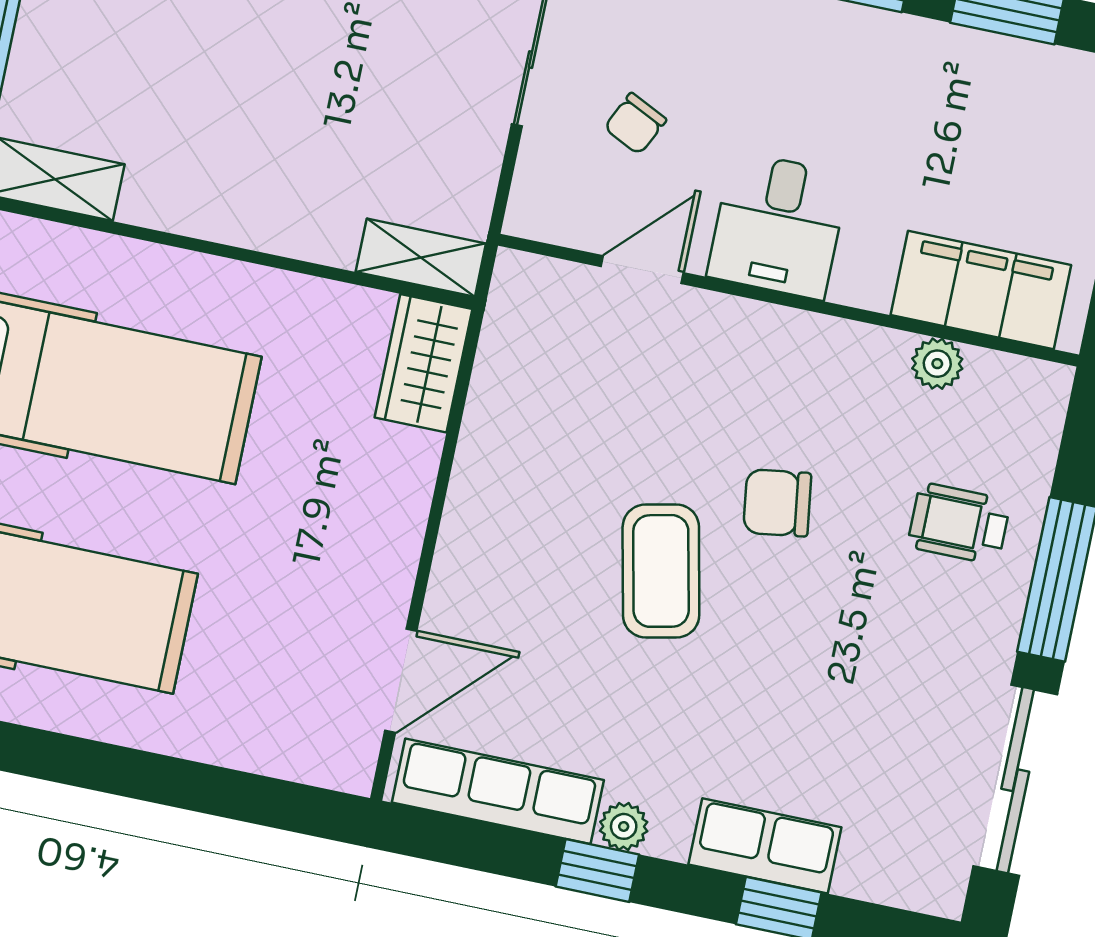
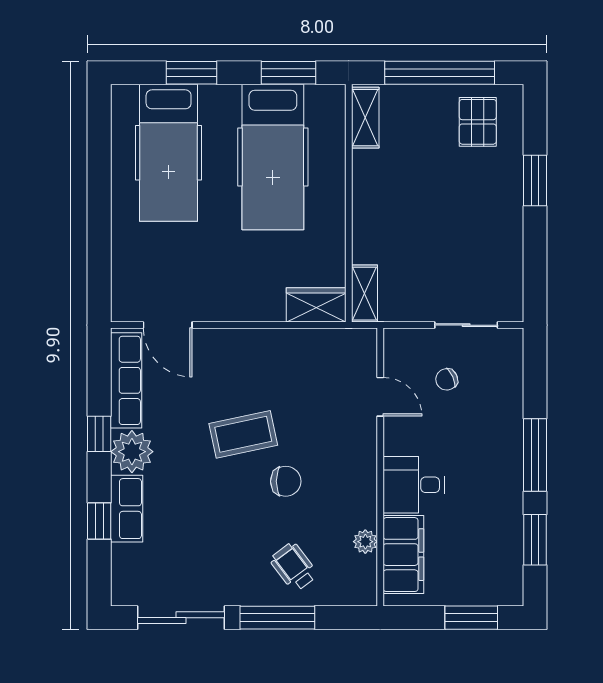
chair: (635, 124) -> (447, 379), turned -51
desk: (778, 225) -> (414, 485), moved
chair: (777, 503) -> (286, 481), turned 98
wheelchair: (959, 523) -> (294, 567), turned -37
plant: (624, 826) -> (132, 452), width x1.87, depth x1.87

